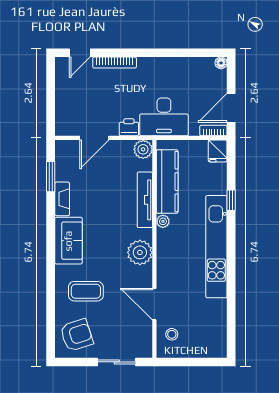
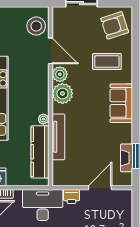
plant: (143, 149) -> (60, 74), moved
fireplace: (62, 199) -> (127, 158), moved
stool: (172, 334) -> (36, 26), width x1.89, depth x1.89

